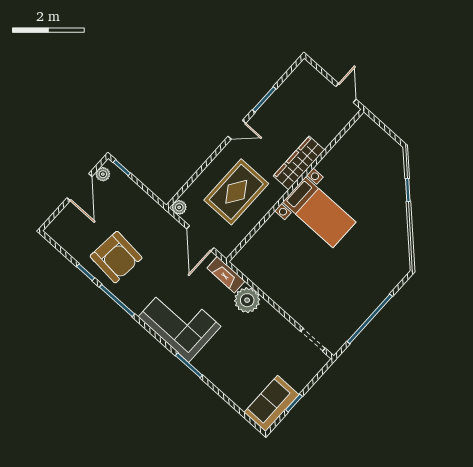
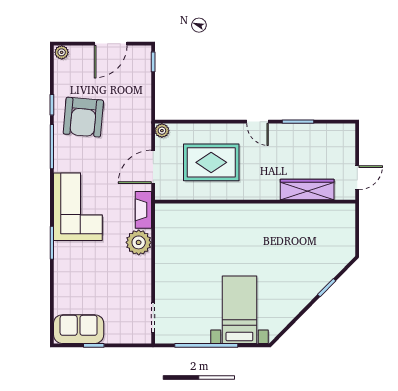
wardrobe: (299, 163) -> (307, 189), moved
plant: (103, 174) -> (62, 52), moved
bed with nightstands: (319, 212) -> (239, 310), moved, turned 180

